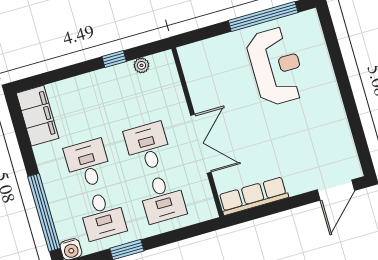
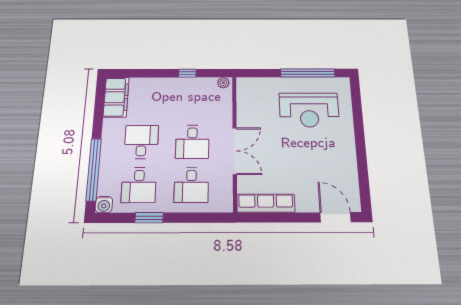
plant: (141, 65) -> (223, 83), moved
reception desk: (276, 66) -> (309, 110), turned 90
desk: (148, 147) -> (192, 142), turned 180
door: (336, 190) -> (336, 217), swing flipped

